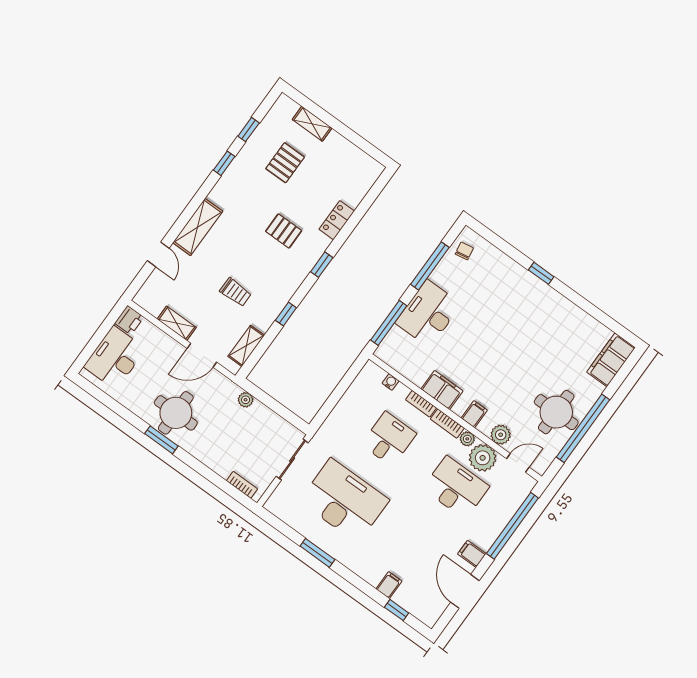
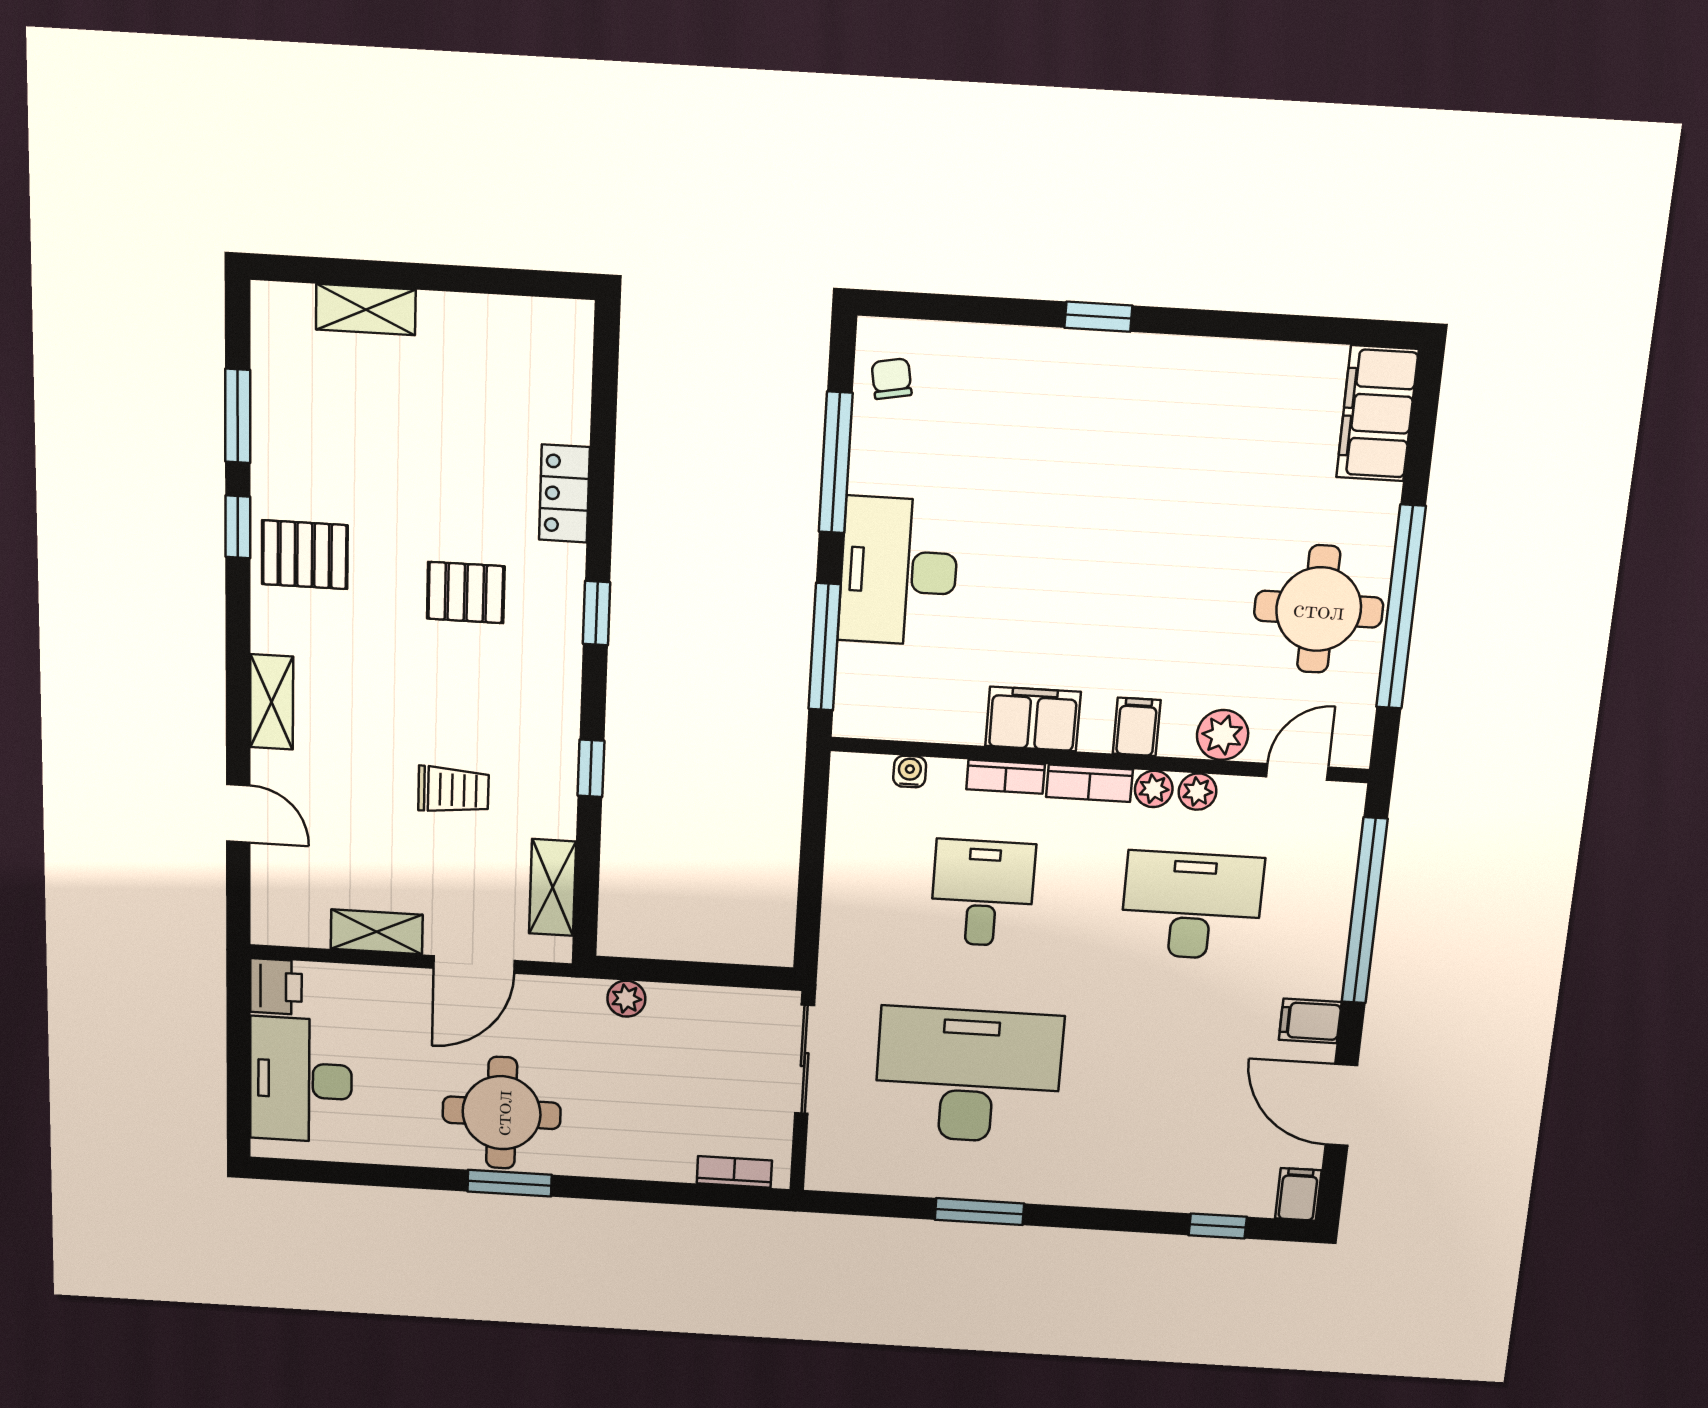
window: (249, 130) -> (238, 416), width x1.50
pallet: (285, 163) -> (305, 555), moved, turned 90
shelving: (198, 227) -> (272, 702), width x0.67, depth x0.75
plant: (483, 458) -> (1198, 792), width x0.53, depth x0.53
filing cabinet: (389, 585) -> (1298, 1194), moved

